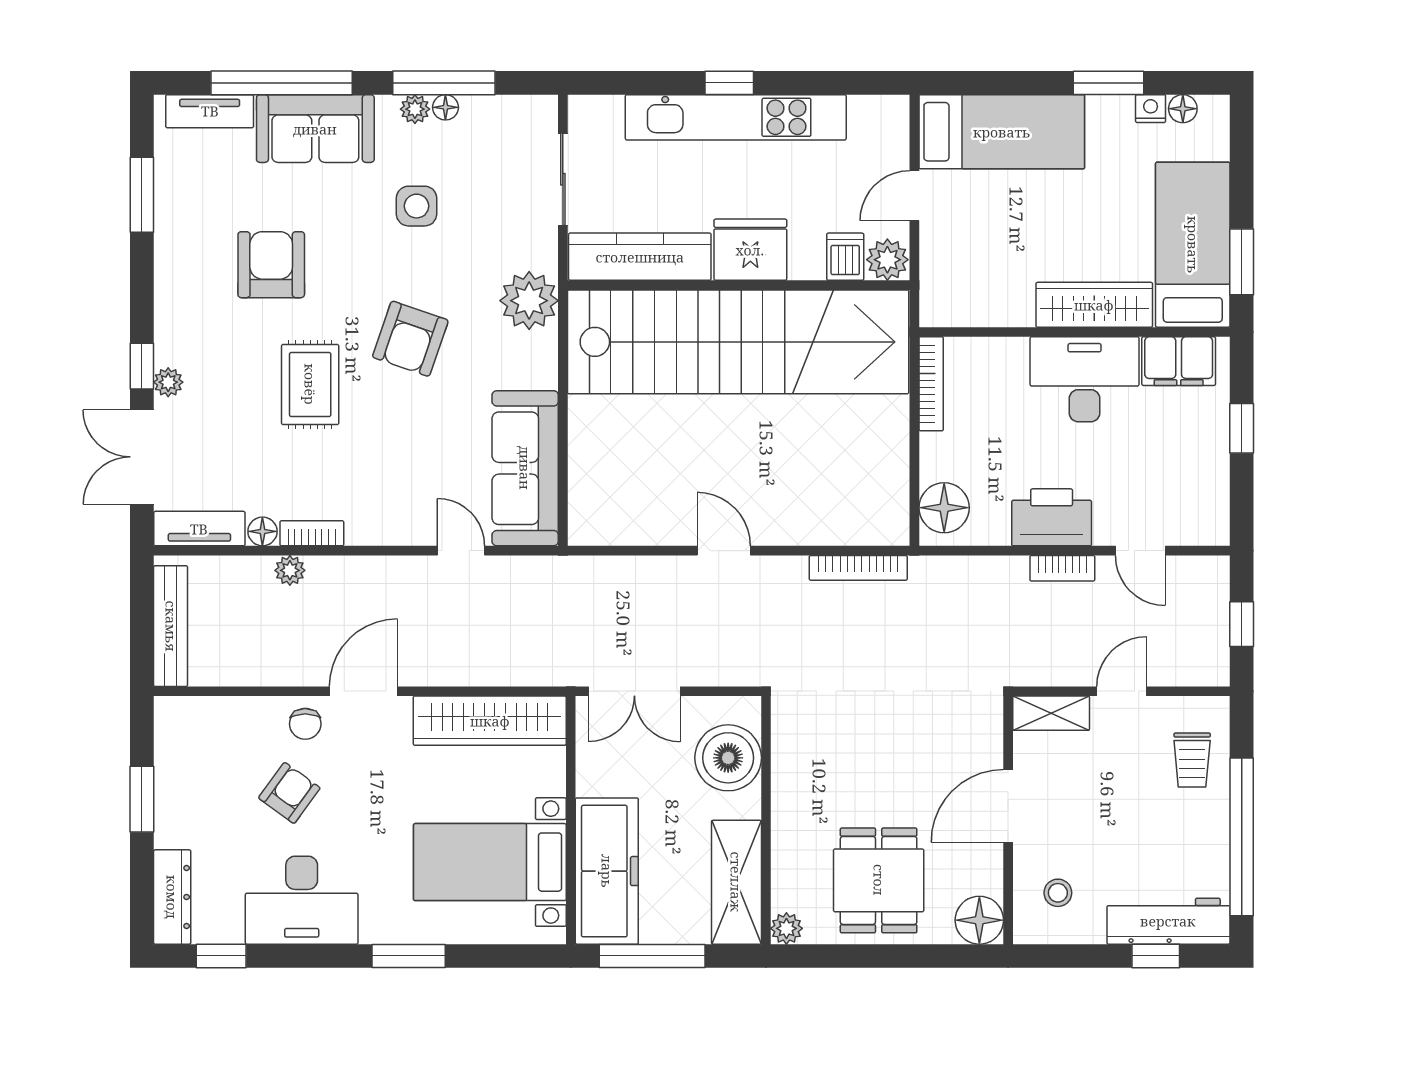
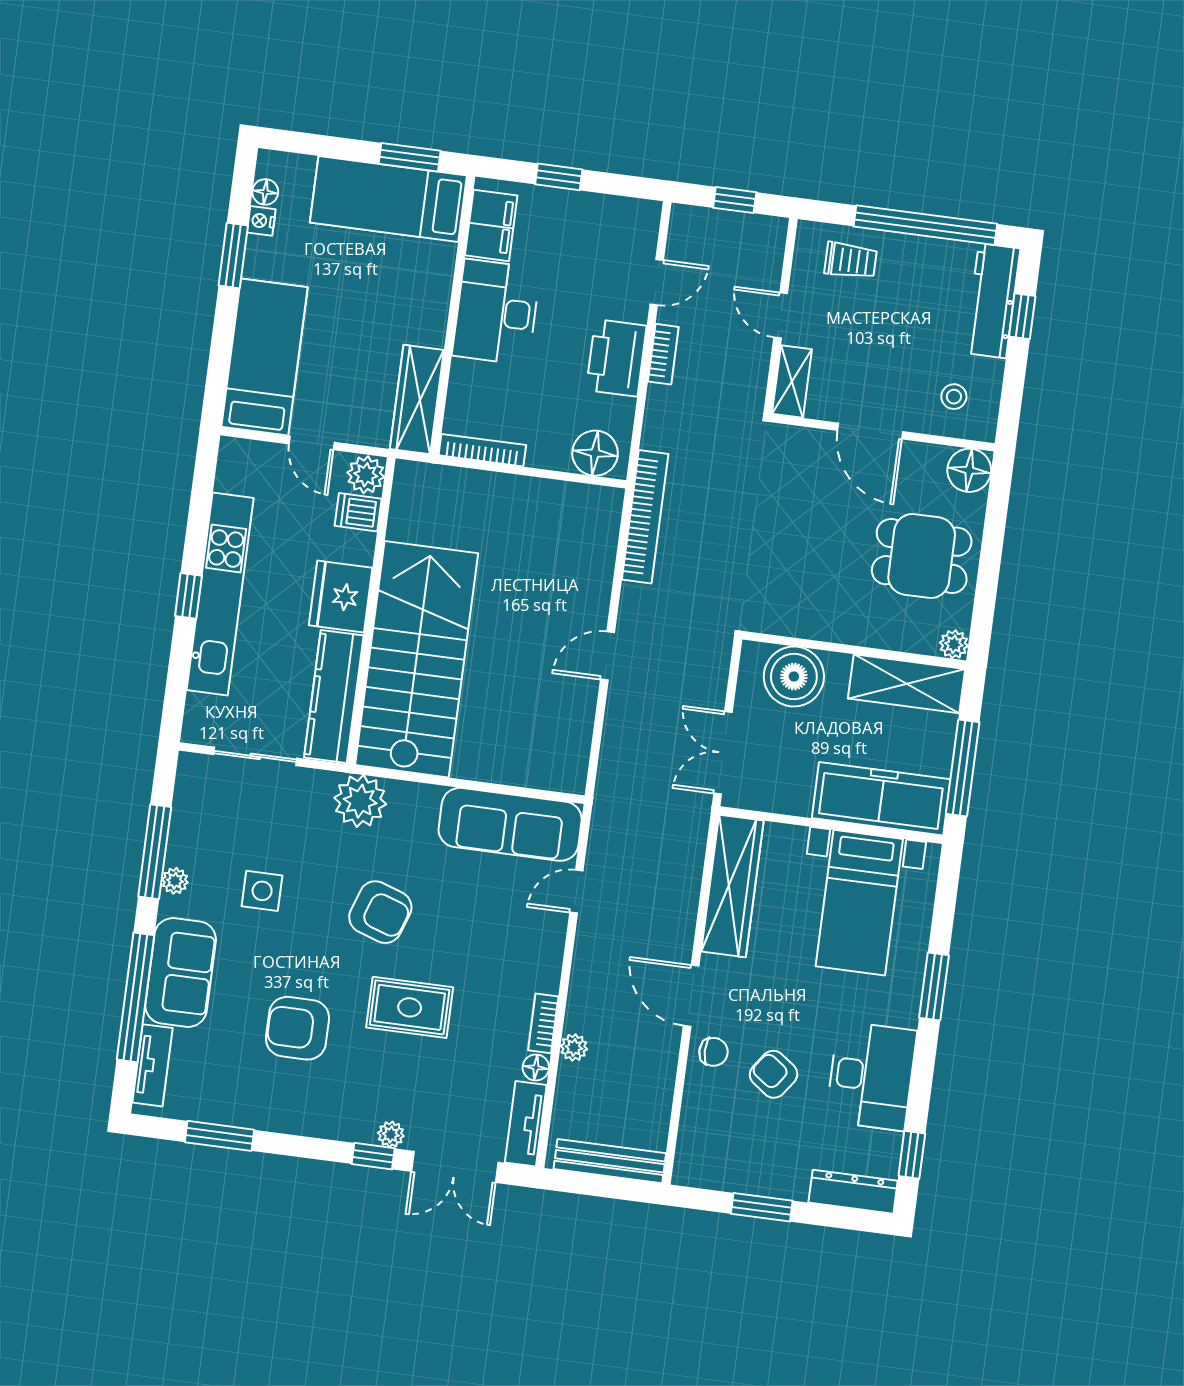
floor lamp: (445, 107) -> (177, 853), removed
wardrobe: (1094, 305) -> (417, 399), moved
stairs: (738, 342) -> (417, 659), width x0.73
bookcase: (858, 568) -> (645, 517), width x1.48, depth x1.31
double door: (634, 691) -> (723, 753), swing flipped

